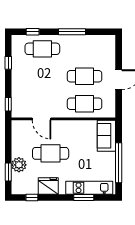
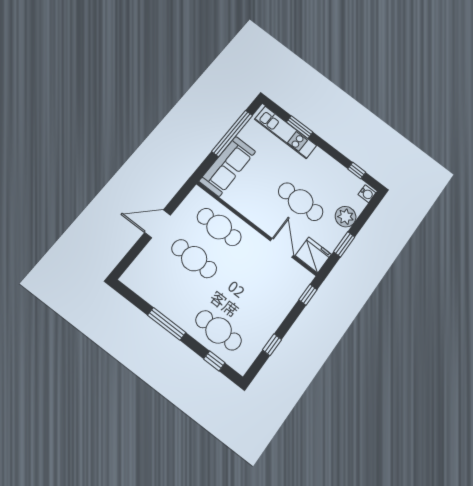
sofa: (106, 136) -> (227, 166), width x1.36
window: (8, 172) -> (344, 244), moved
fridge: (48, 186) -> (313, 255), moved, turned 180
water cooler: (16, 188) -> (367, 194), added

